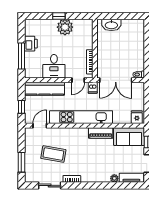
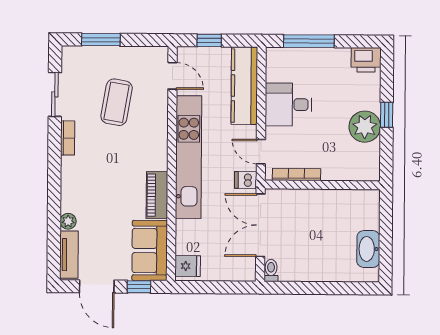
washbasin: (111, 25) -> (368, 249), moved
printer: (31, 44) -> (366, 60), moved

